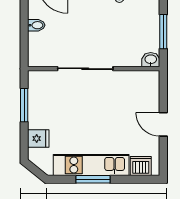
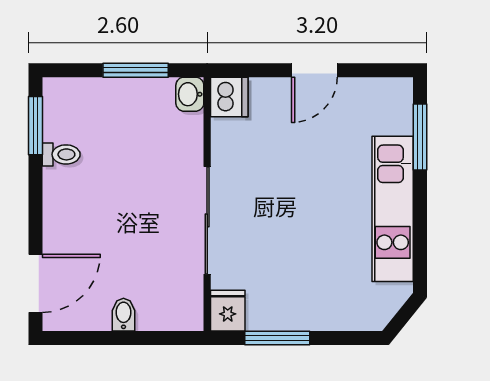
fridge: (38, 139) -> (228, 311), moved
dishwasher: (141, 166) -> (229, 97), moved, turned 180
window: (93, 179) -> (420, 137), moved

